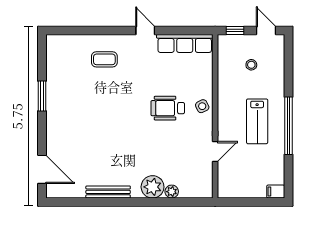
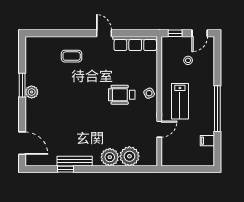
door: (266, 30) -> (200, 33), swing flipped
plant: (54, 105) -> (32, 92), added
lab bench: (257, 121) -> (180, 101), moved
plant: (172, 192) -> (129, 156), width x1.88, depth x1.88
filing cabinet: (276, 192) -> (207, 141), moved
window: (97, 202) -> (66, 169), added

